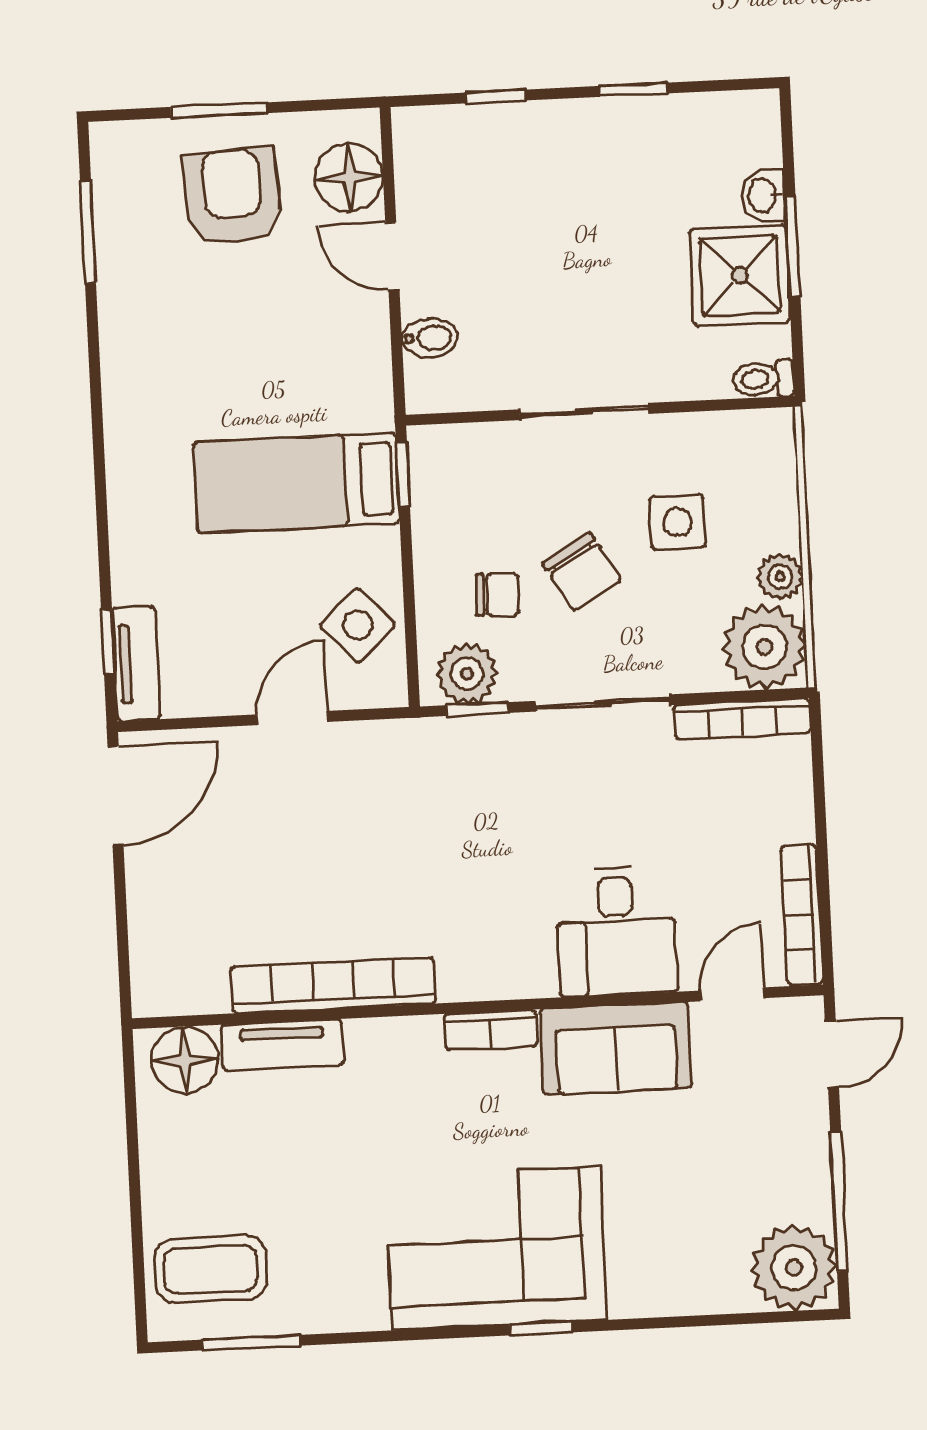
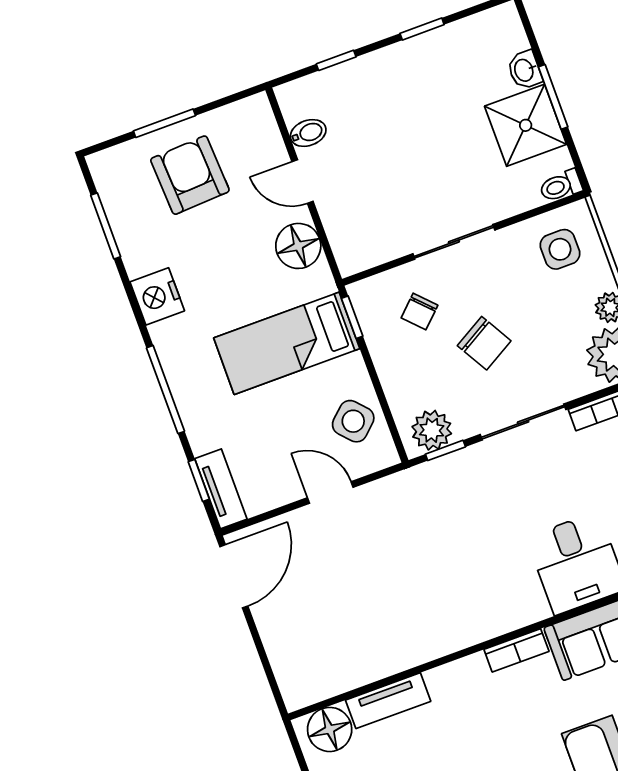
floor lamp: (349, 177) -> (298, 246), moved
bidet: (430, 338) -> (308, 133), moved
nightstand: (131, 357) -> (157, 296), added
window: (101, 495) -> (166, 390), added
side table: (677, 522) -> (560, 249), moved
chair: (498, 595) -> (420, 312), moved, turned 134
door: (292, 718) -> (330, 493), hinge flipped
bookcase: (333, 985) -> (408, 653), removed

